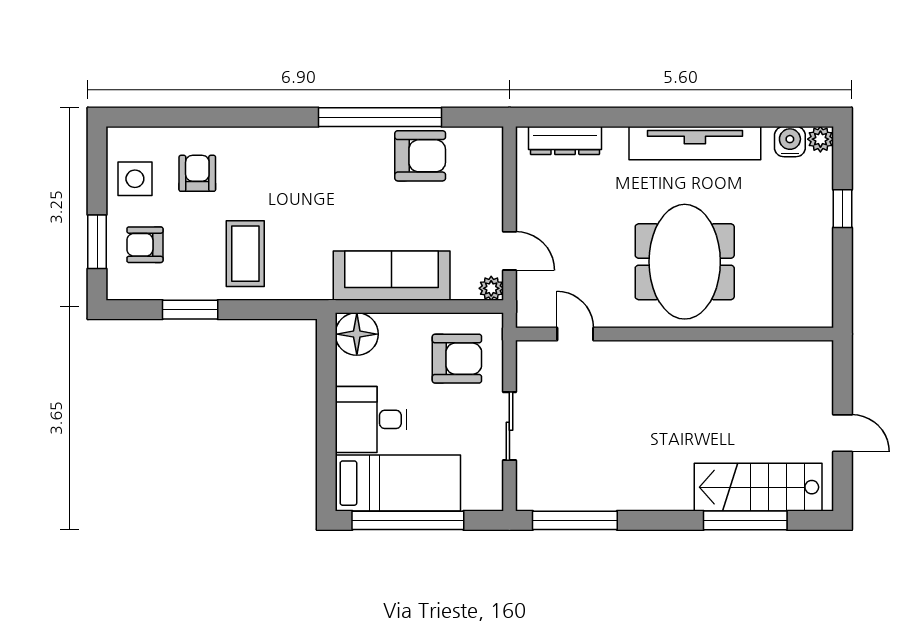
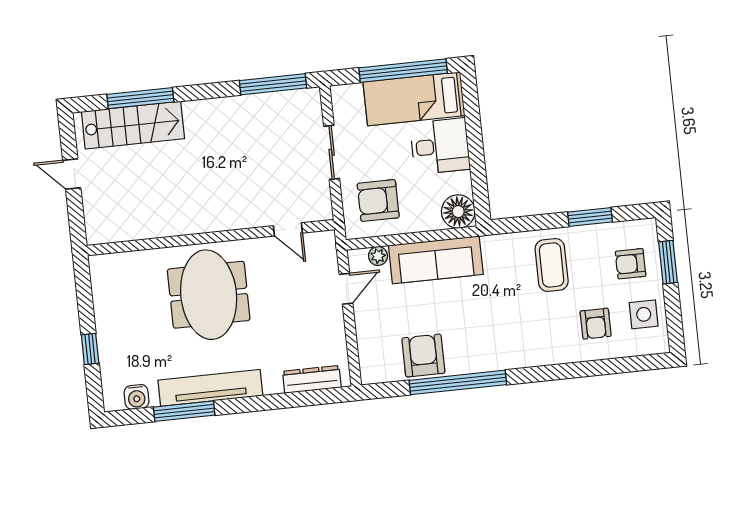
window: (731, 117) -> (184, 411), added
plant: (820, 139) -> (113, 401), removed
armchair: (420, 156) -> (423, 356), turned 90
armchair: (145, 245) -> (631, 264), turned 180
door: (509, 251) -> (346, 289), swing flipped
plant: (491, 288) -> (378, 256), moved

